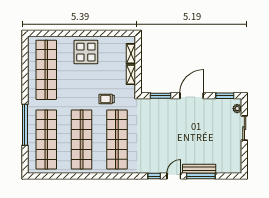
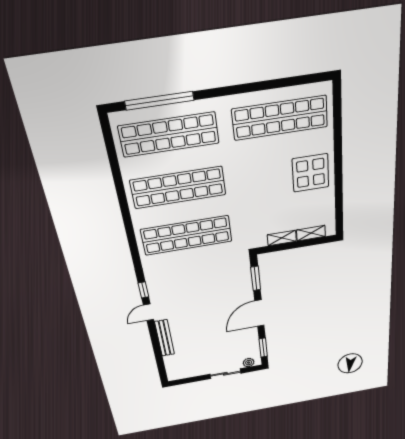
door: (192, 96) -> (259, 313), swing flipped
trolley: (107, 99) -> (244, 212), removed
window: (25, 125) -> (159, 101), moved
door: (174, 176) -> (149, 312), swing flipped
window: (201, 176) -> (155, 342), removed

